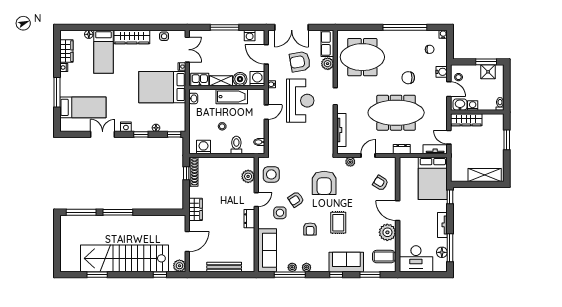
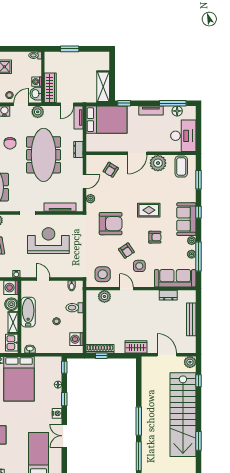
reception desk: (300, 101) -> (48, 241), moved
plant: (441, 107) -> (38, 112), added
door: (368, 155) -> (84, 182), swing flipped
shelving: (485, 175) -> (103, 87), moved
dresser: (249, 219) -> (168, 295), moved
sofa: (346, 262) -> (186, 219), moved

